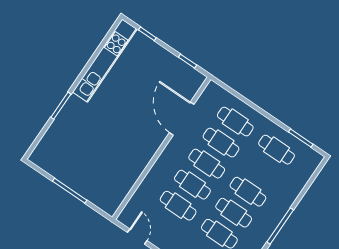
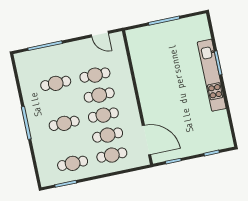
kitchen unit: (105, 61) -> (212, 75), moved
door: (182, 119) -> (146, 140), moved
cafe table: (234, 213) -> (60, 103), removed

